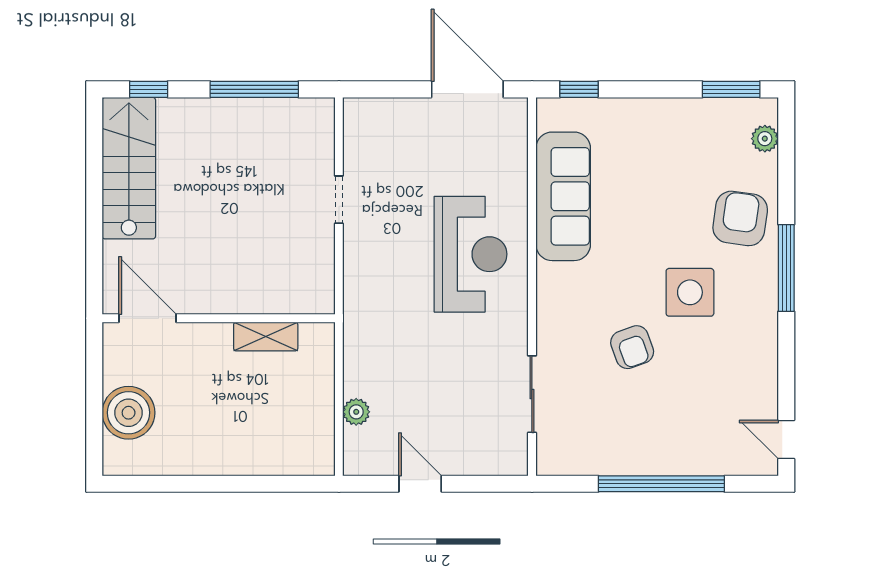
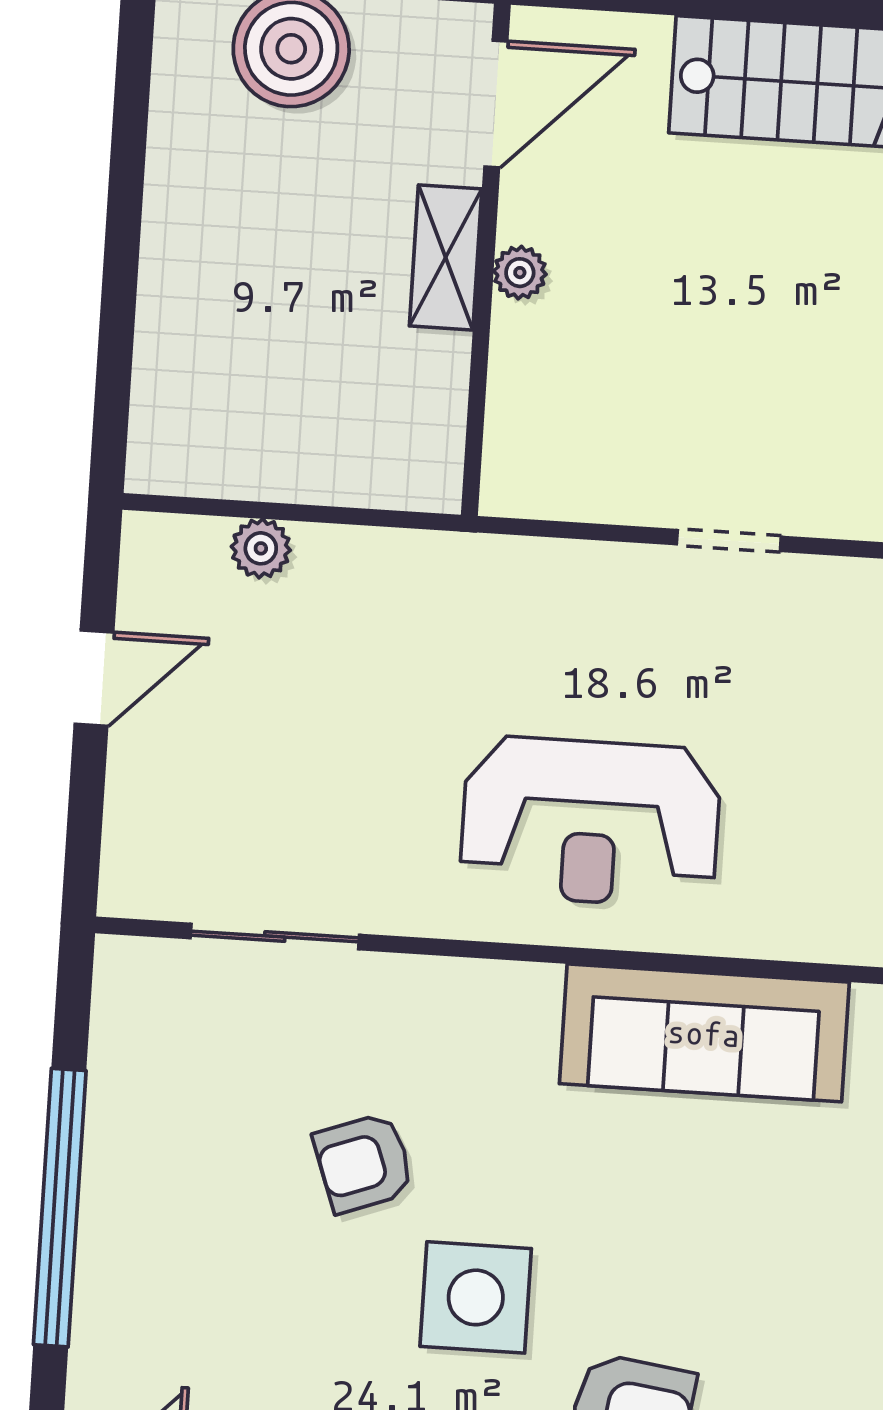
plant: (223, 302) -> (520, 273), added
shelving: (266, 336) -> (446, 257), moved

